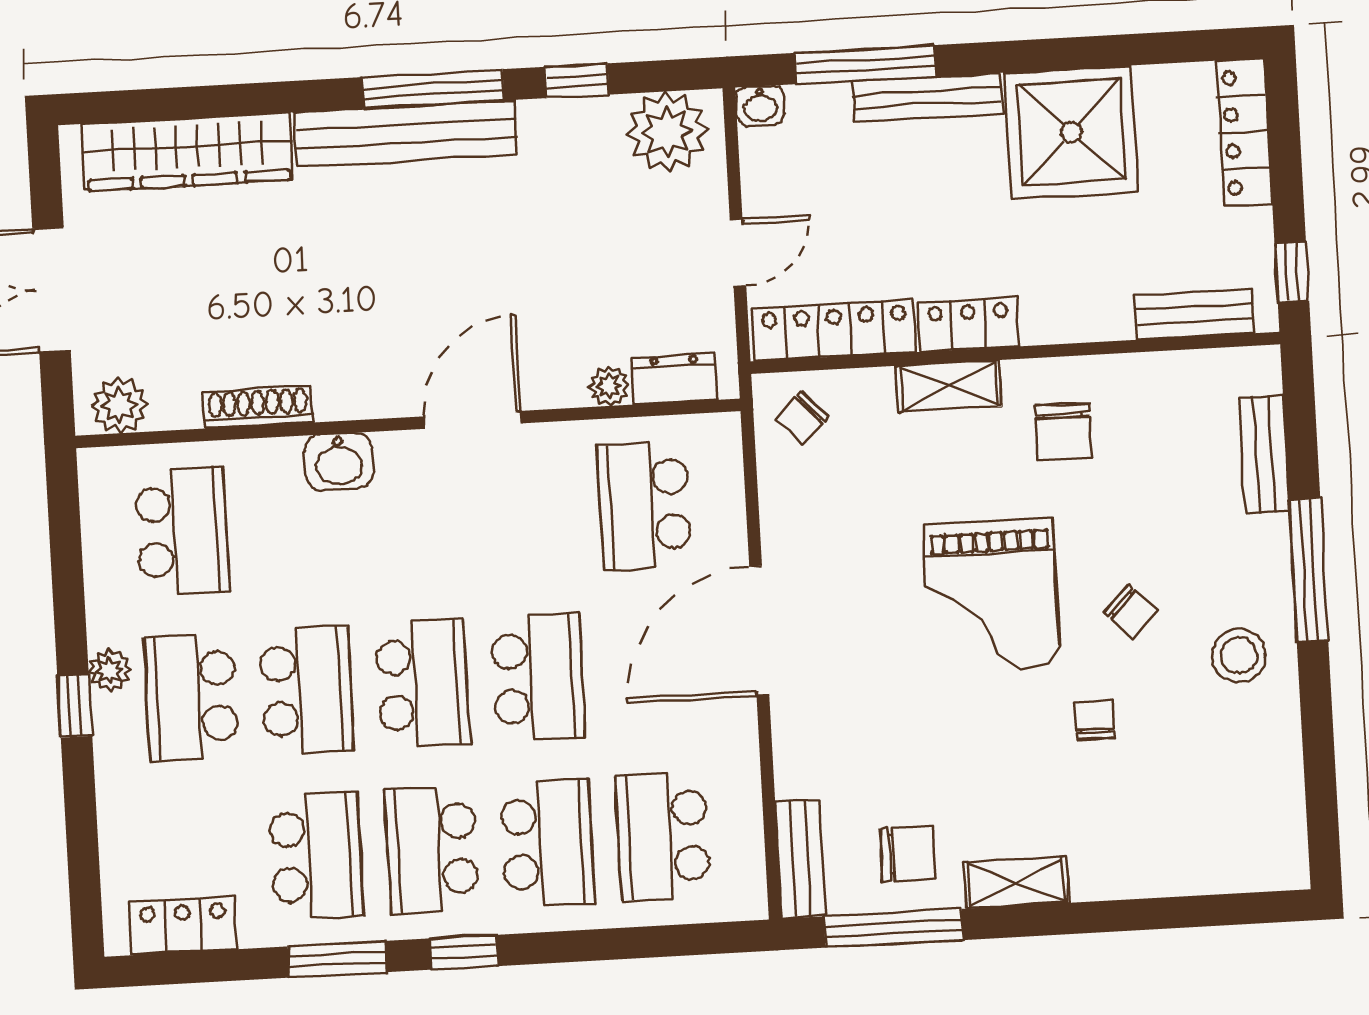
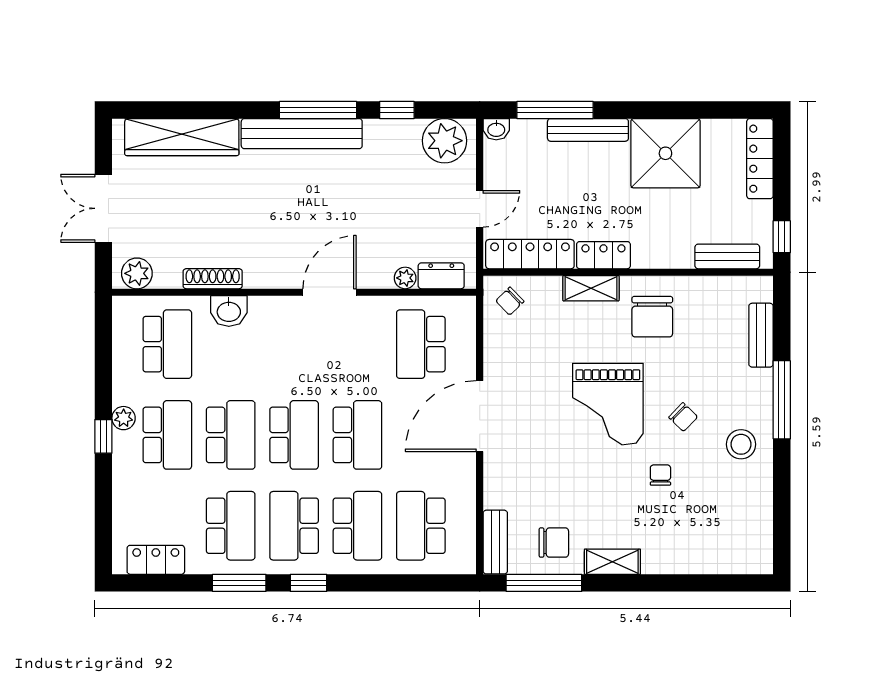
chair: (1064, 432) -> (652, 317), width x1.37, depth x1.37
washbasin: (339, 462) -> (229, 311), moved
school desk: (191, 697) -> (167, 435), turned 180

